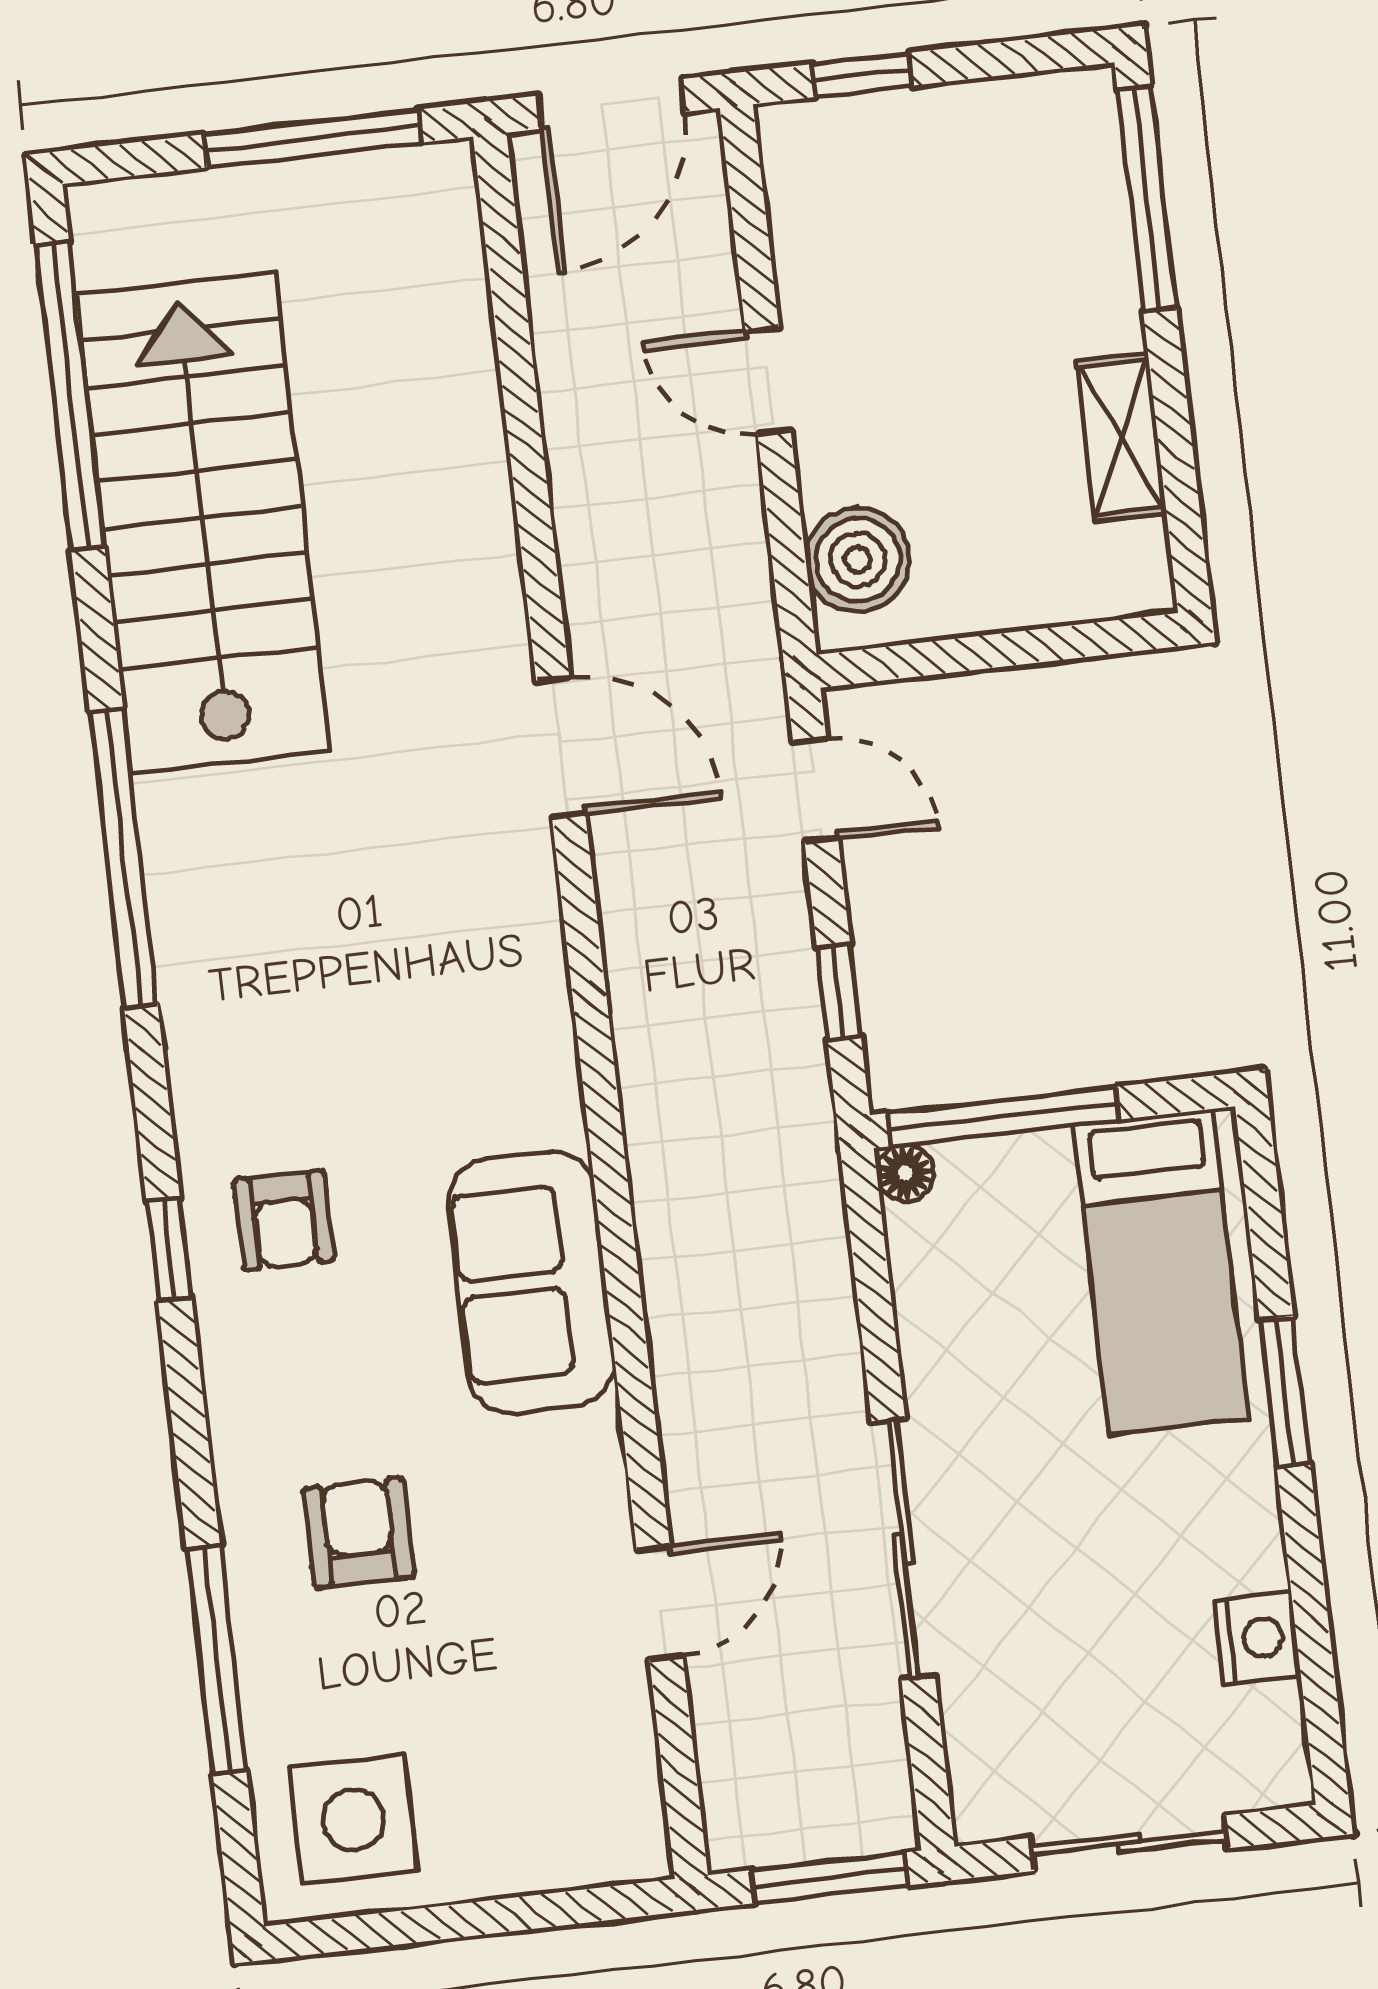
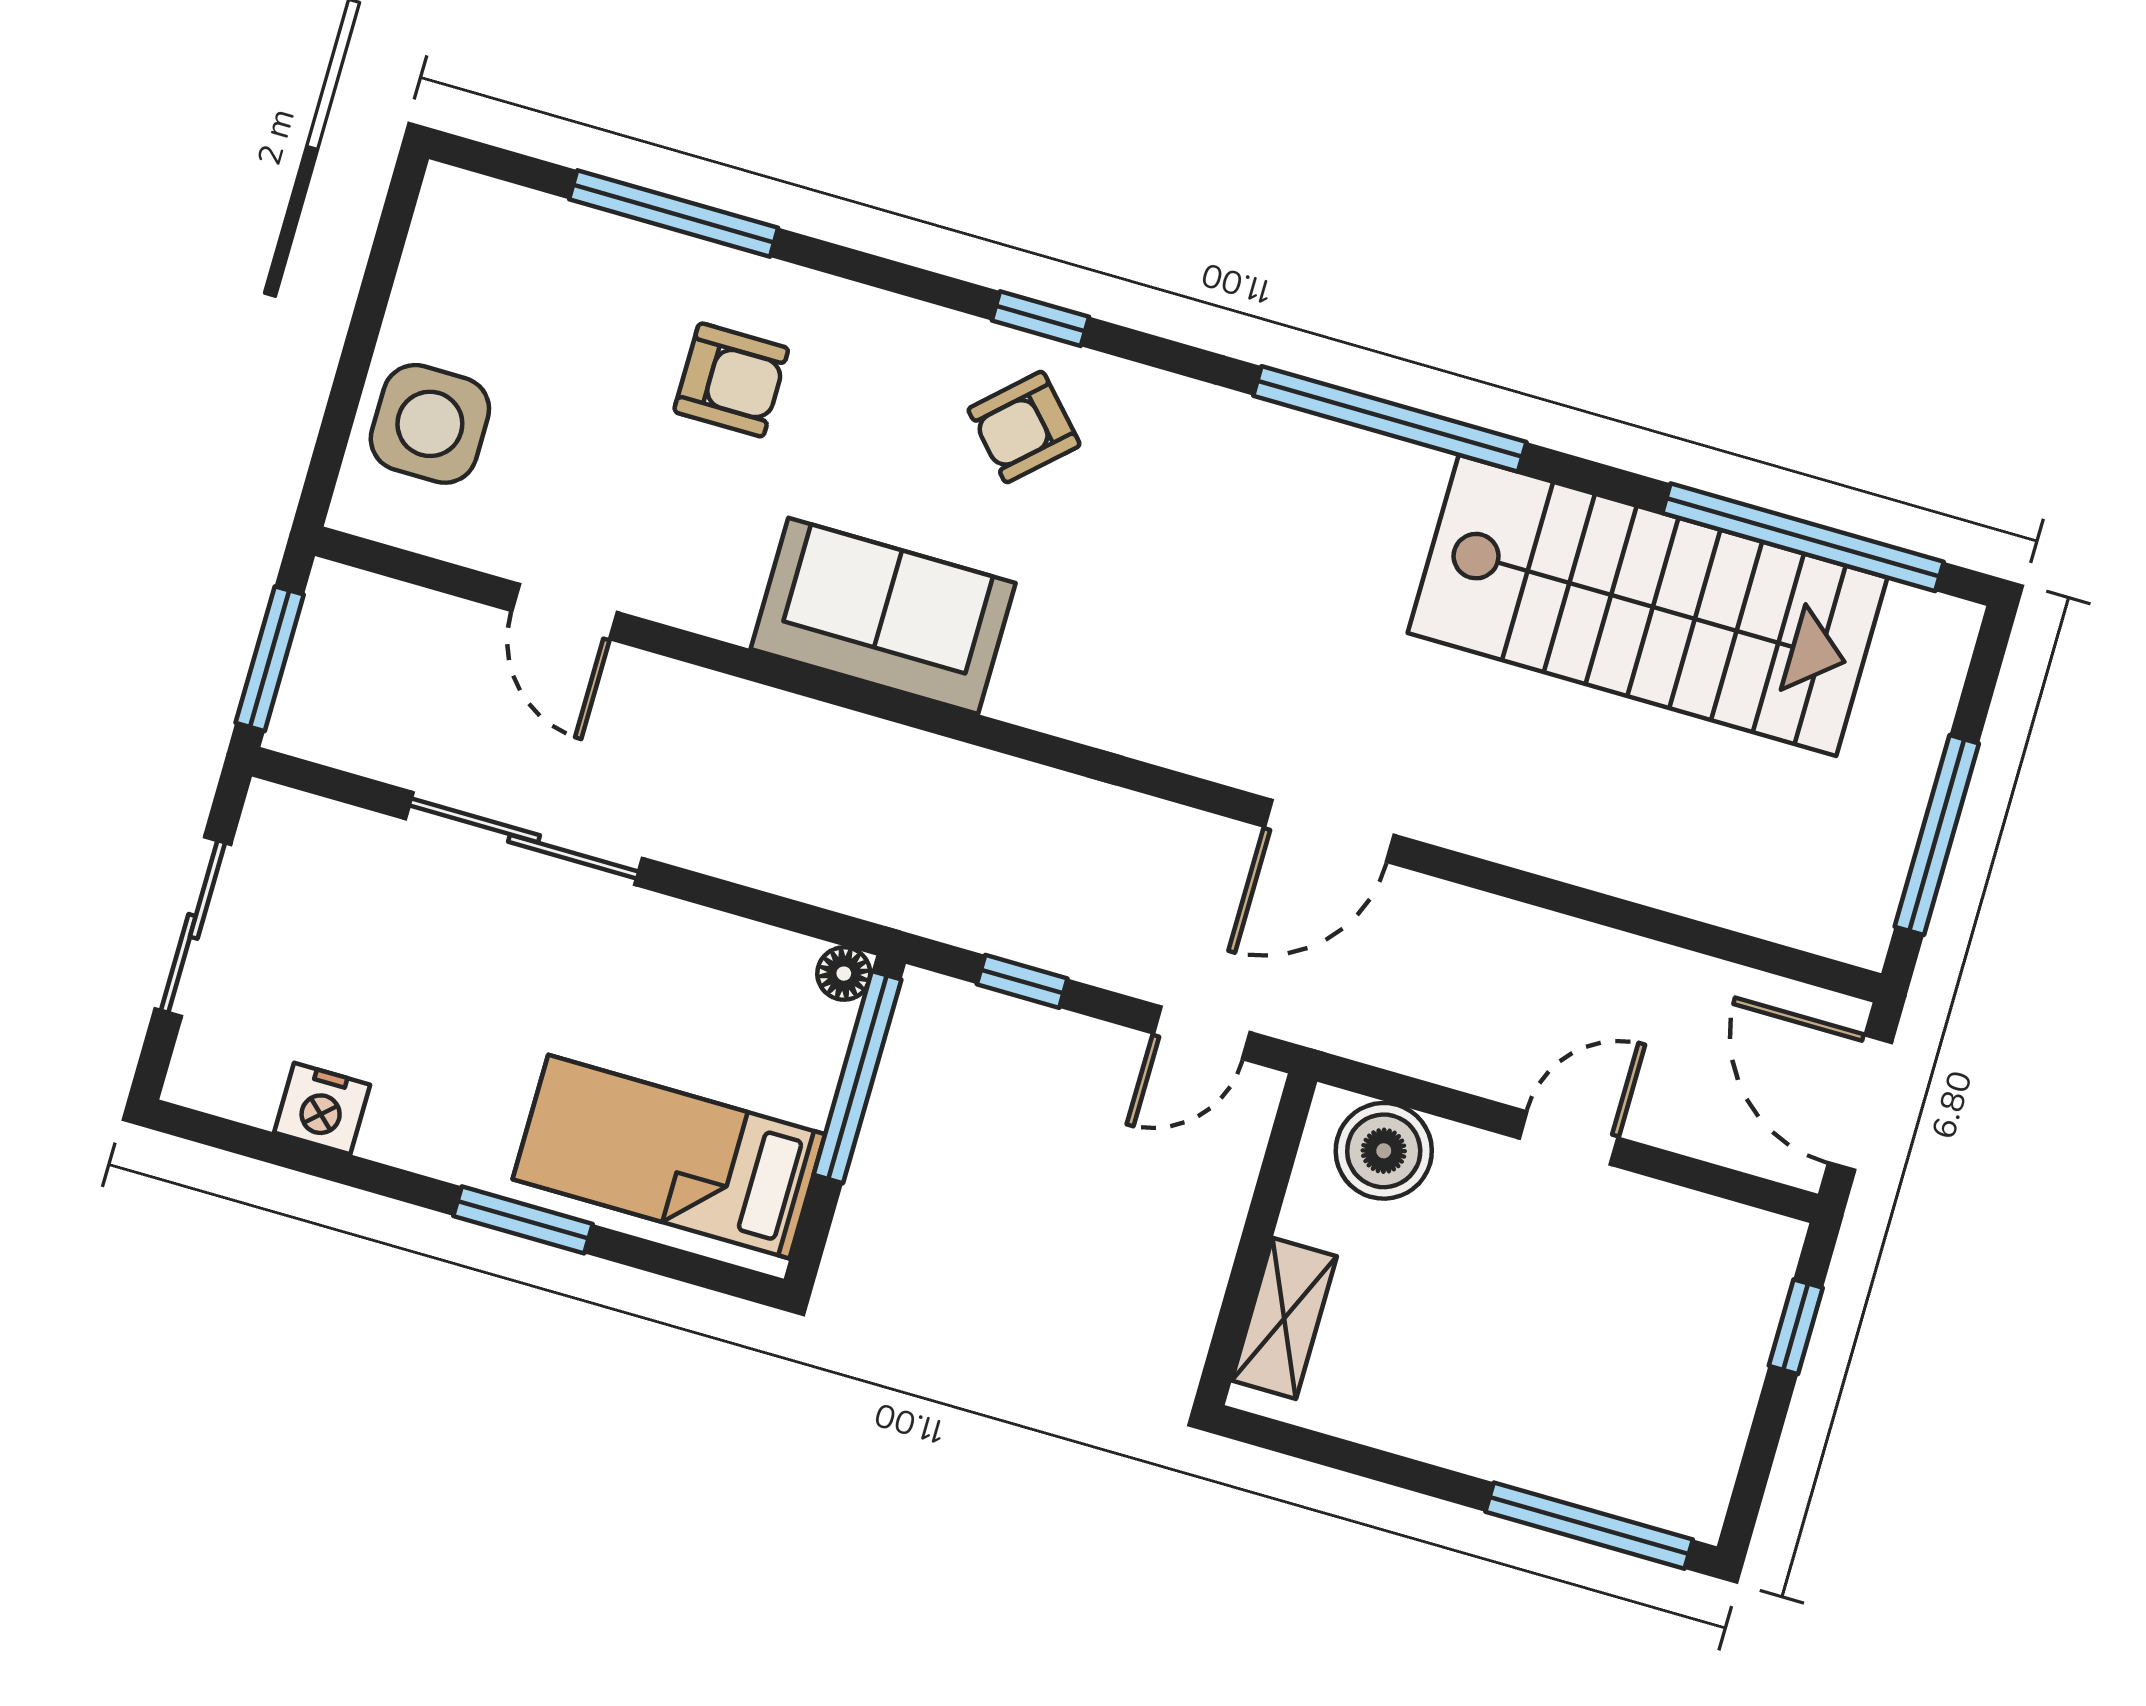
shelving: (1121, 437) -> (1284, 1318), moved, turned 90
armchair: (284, 1220) -> (1024, 427), turned -43
side table: (353, 1820) -> (430, 424), moved

